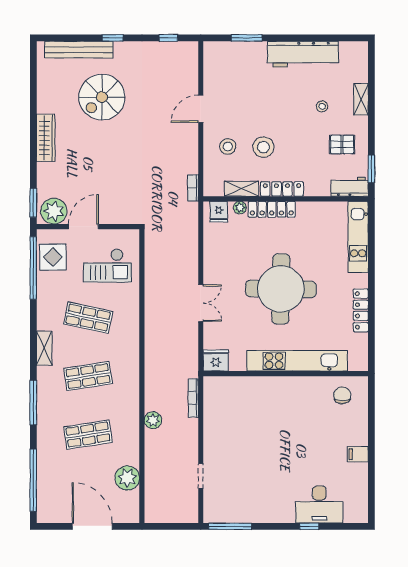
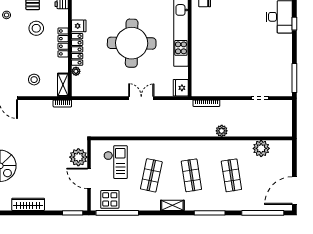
stool: (263, 147) -> (36, 28), moved
shelving: (241, 189) -> (63, 85), moved
plant: (54, 211) -> (78, 157), moved
fridge: (219, 212) -> (79, 26), moved
door: (92, 526) -> (294, 191), moved

